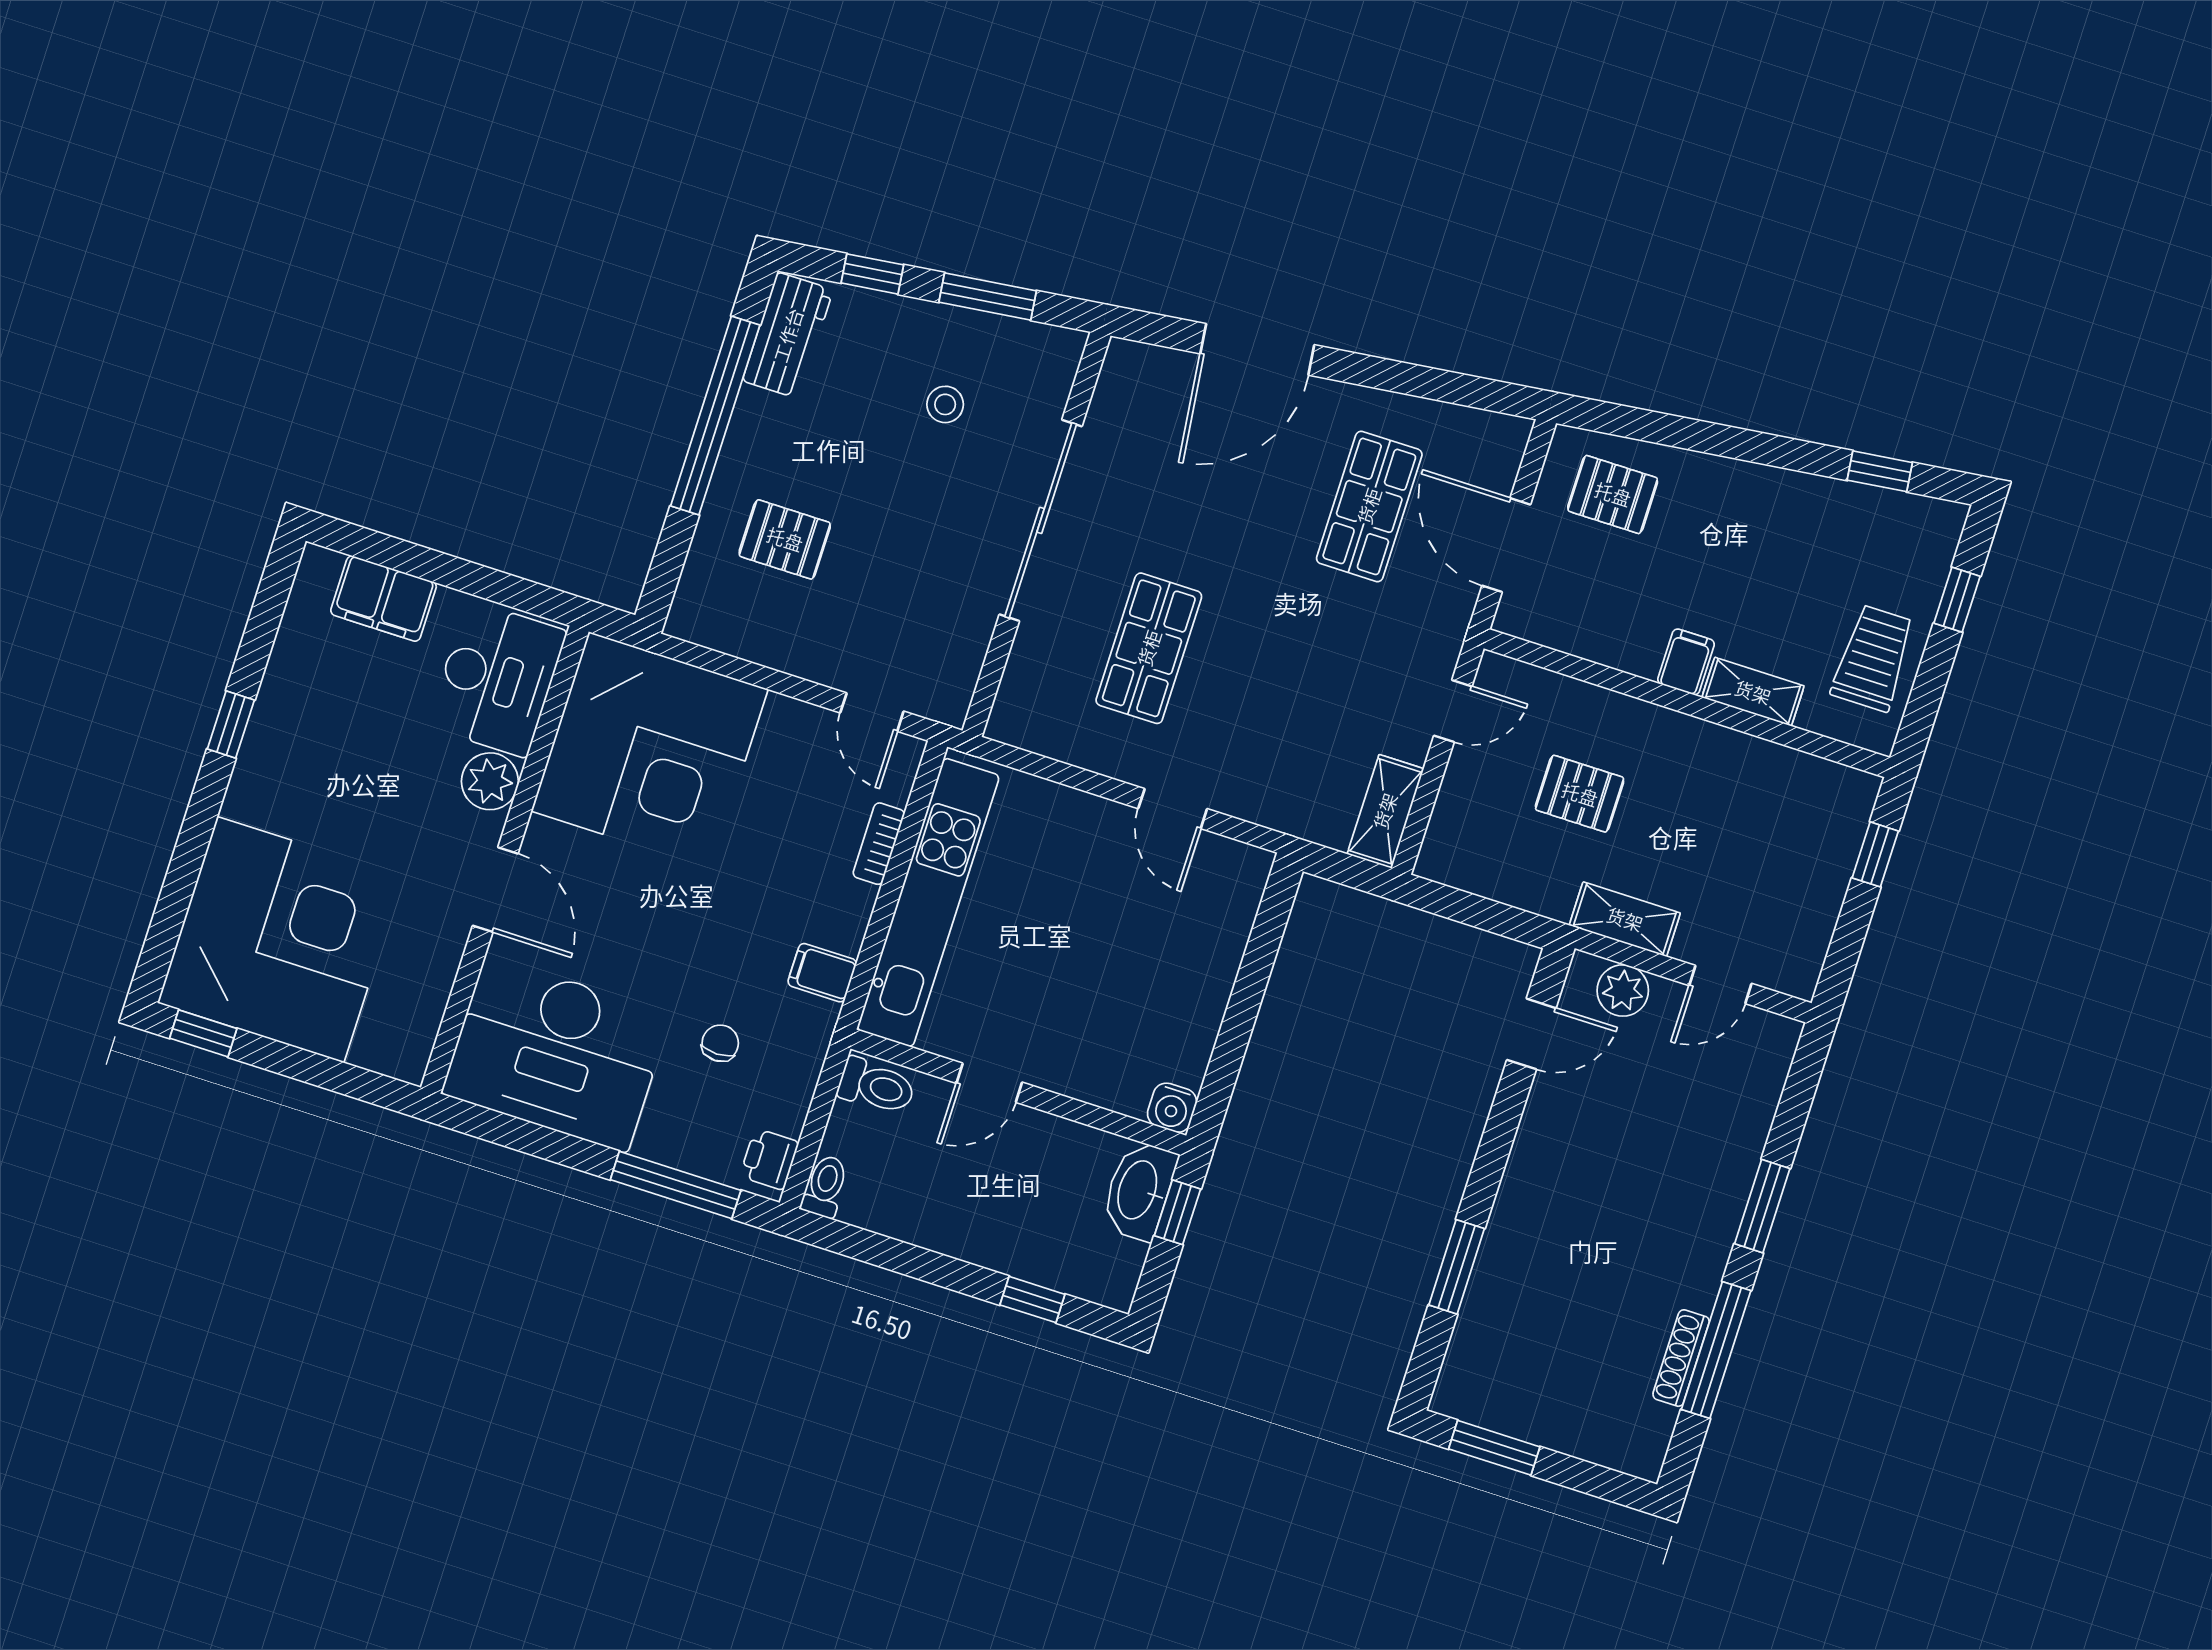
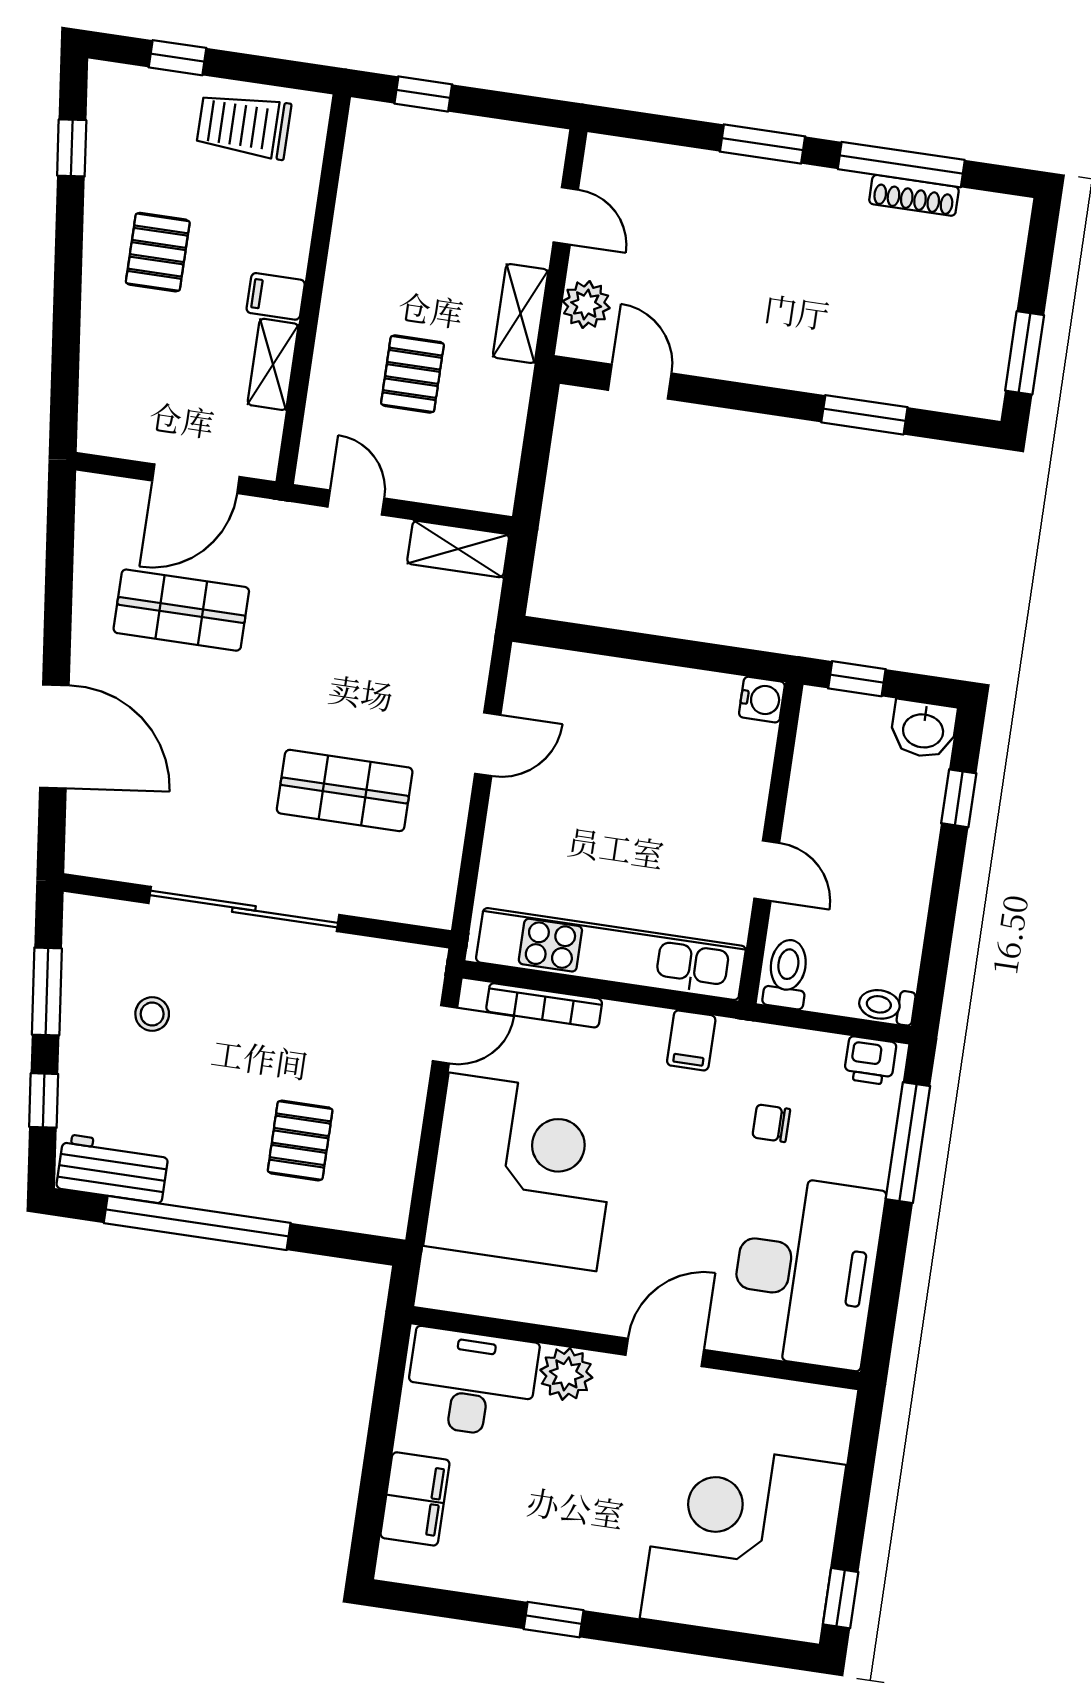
pallet: (1613, 494) -> (158, 252), moved
shelving: (1753, 692) -> (273, 364), moved
corner desk: (650, 750) -> (523, 1172), moved
bookcase: (879, 844) -> (544, 1005), width x1.56
washbasin: (1139, 1190) -> (923, 729), moved, width x0.72

